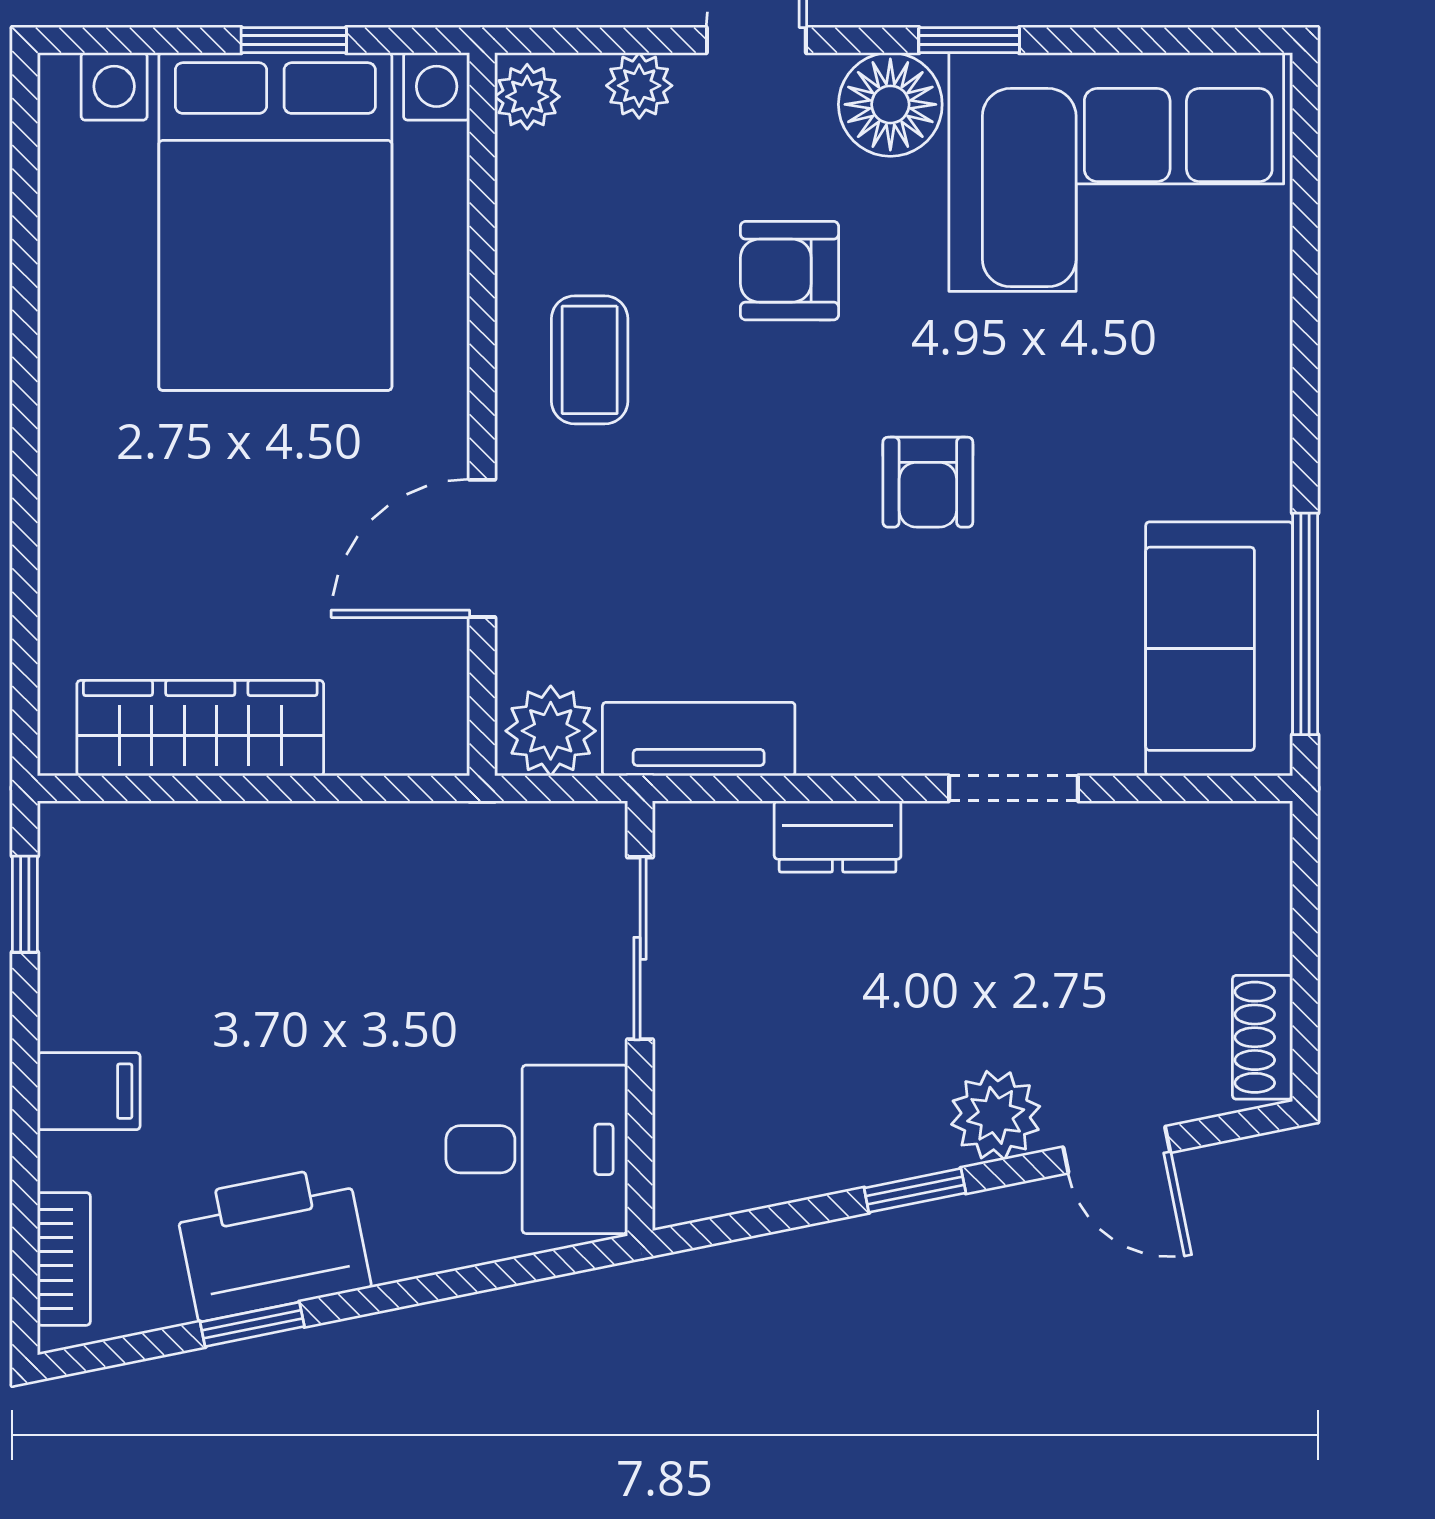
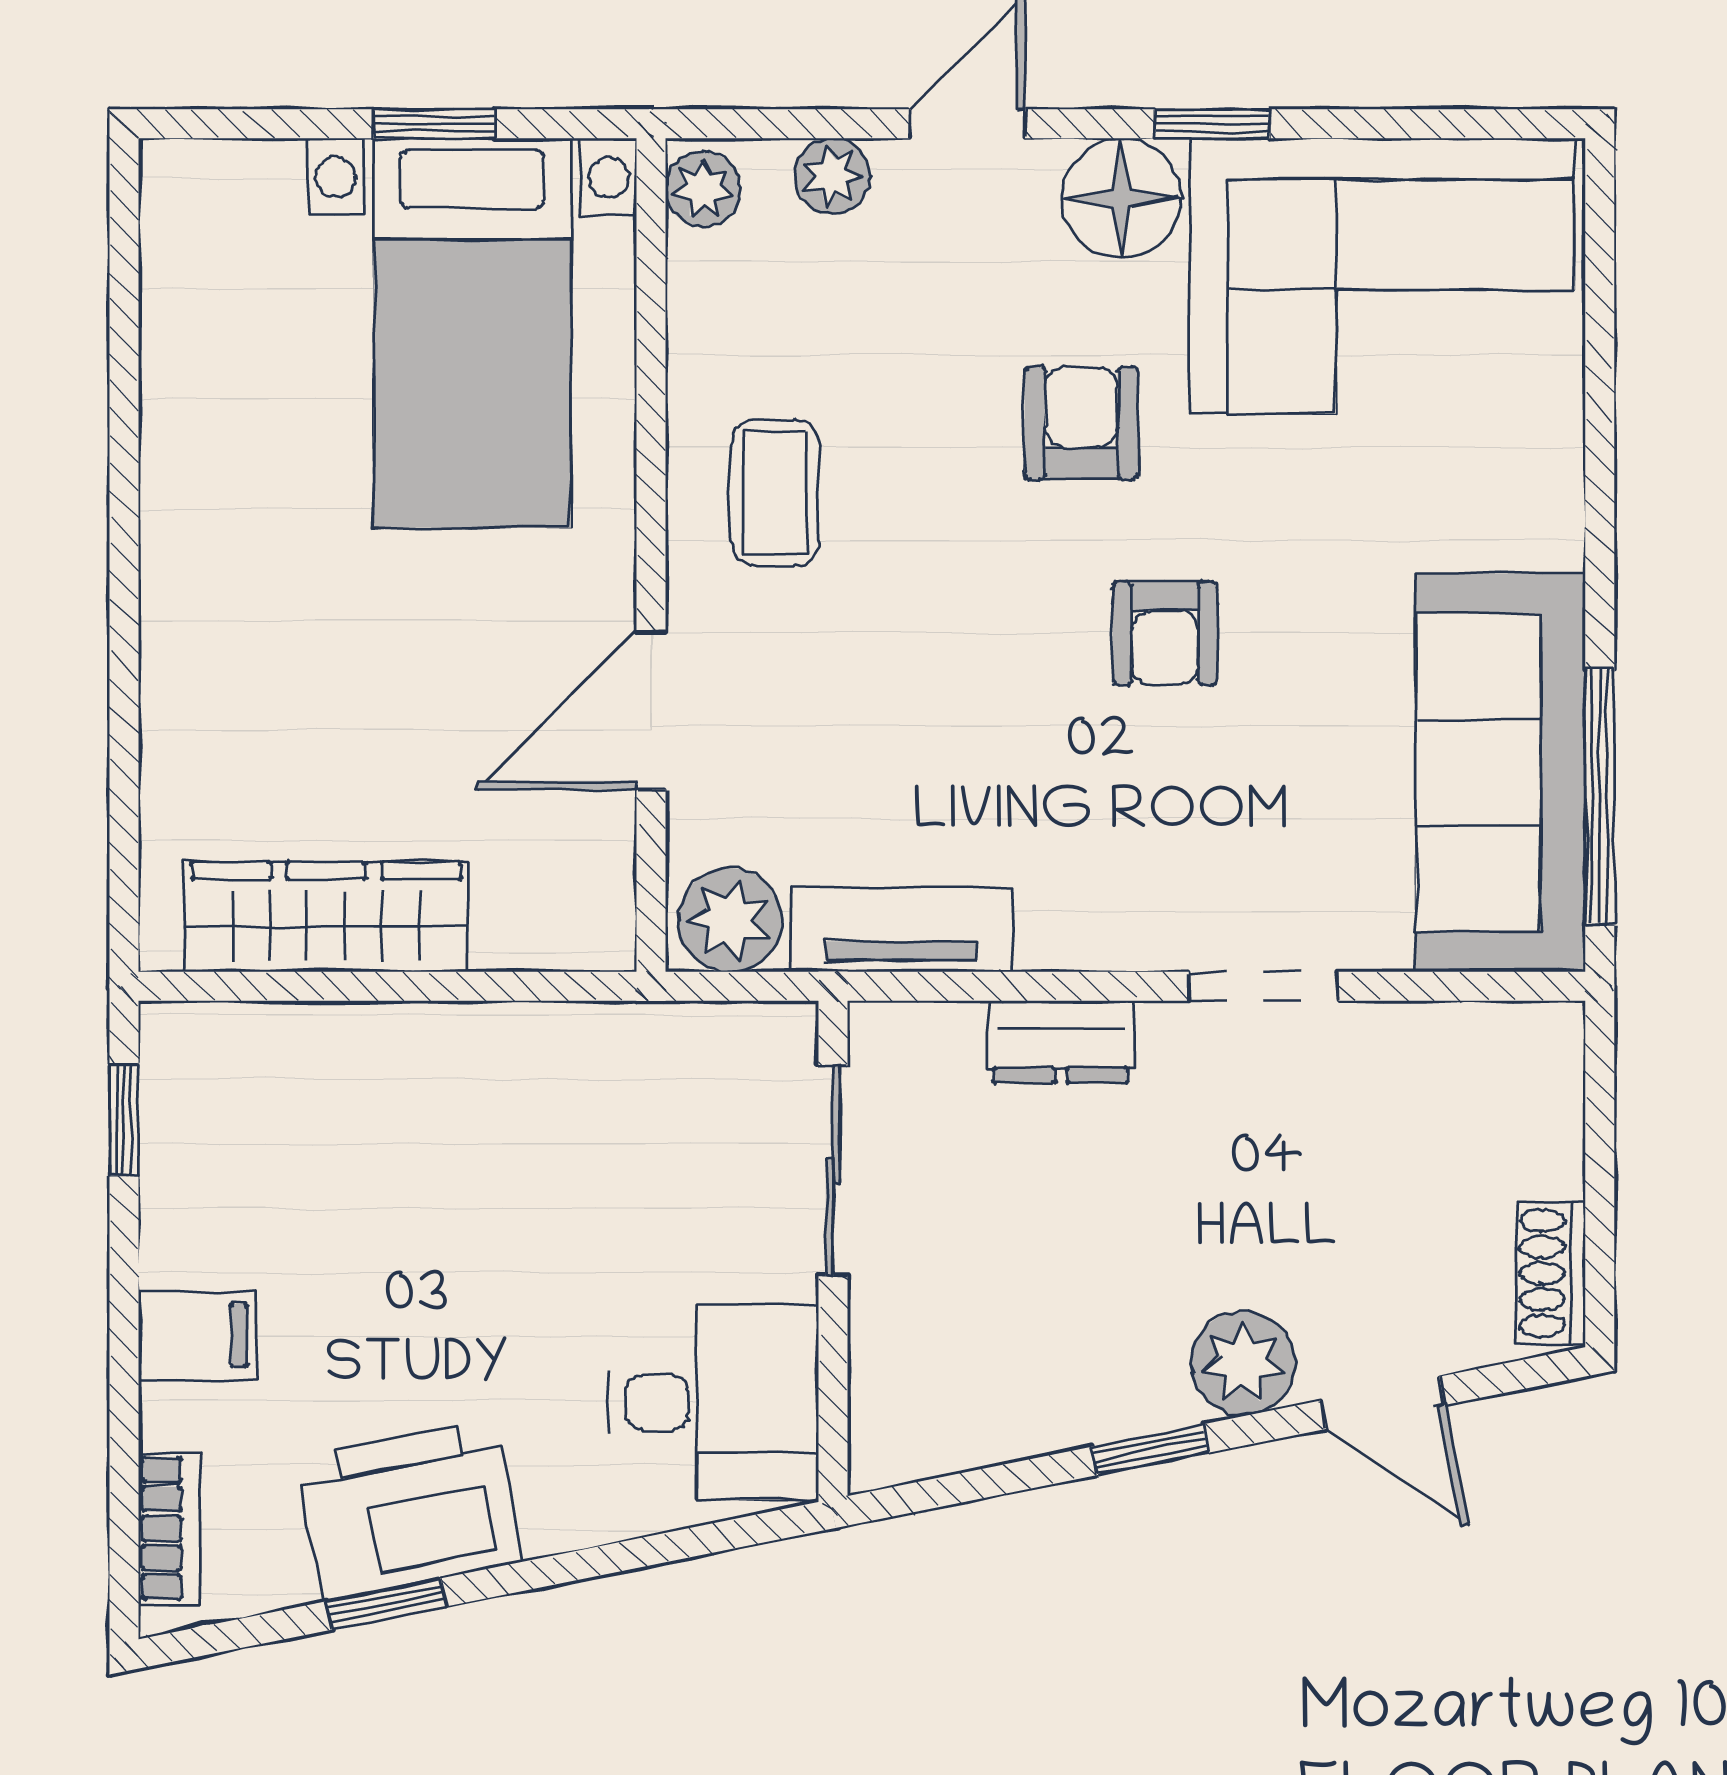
bed with nightstands: (275, 221) -> (472, 333), width x0.73
armchair: (790, 271) -> (1081, 423), moved, turned 90
sofa: (1219, 649) -> (1501, 773), width x1.36

